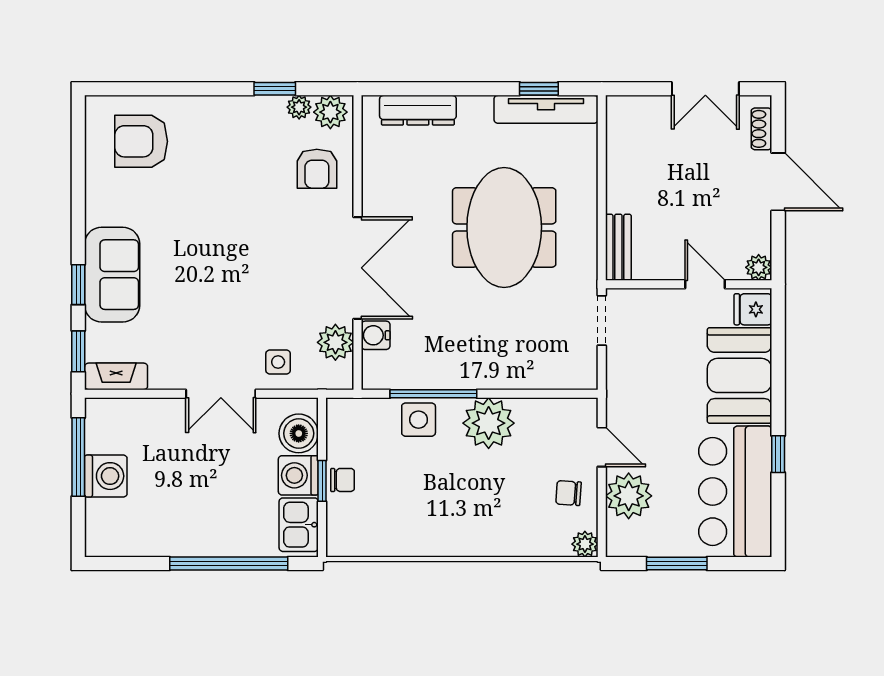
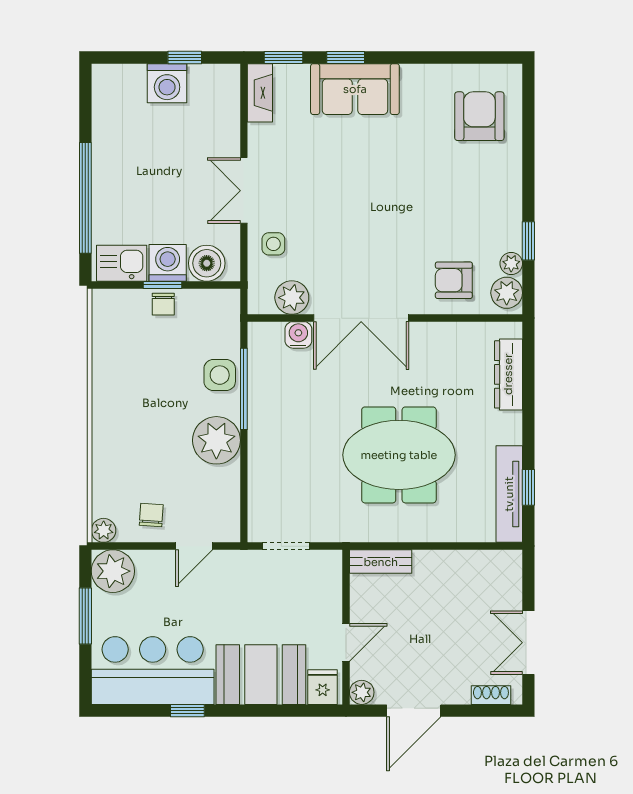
door: (778, 182) -> (414, 711), moved
doorway: (602, 320) -> (286, 546), moved
window: (78, 457) -> (185, 58), width x0.46
plant: (629, 496) -> (113, 571), moved

